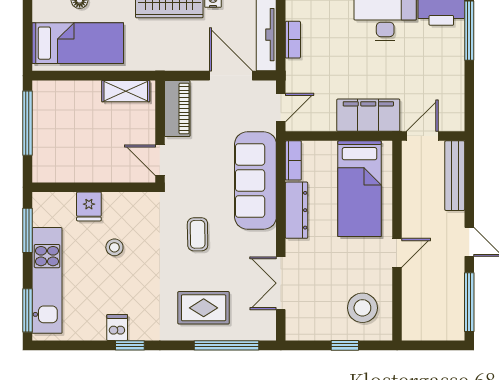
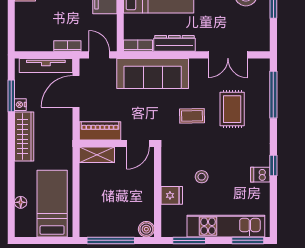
bookcase: (293, 40) -> (67, 46), moved
shelving: (126, 91) -> (97, 155), moved, turned 90
boiler: (43, 172) -> (146, 229), added
rug: (204, 308) -> (232, 109), moved

